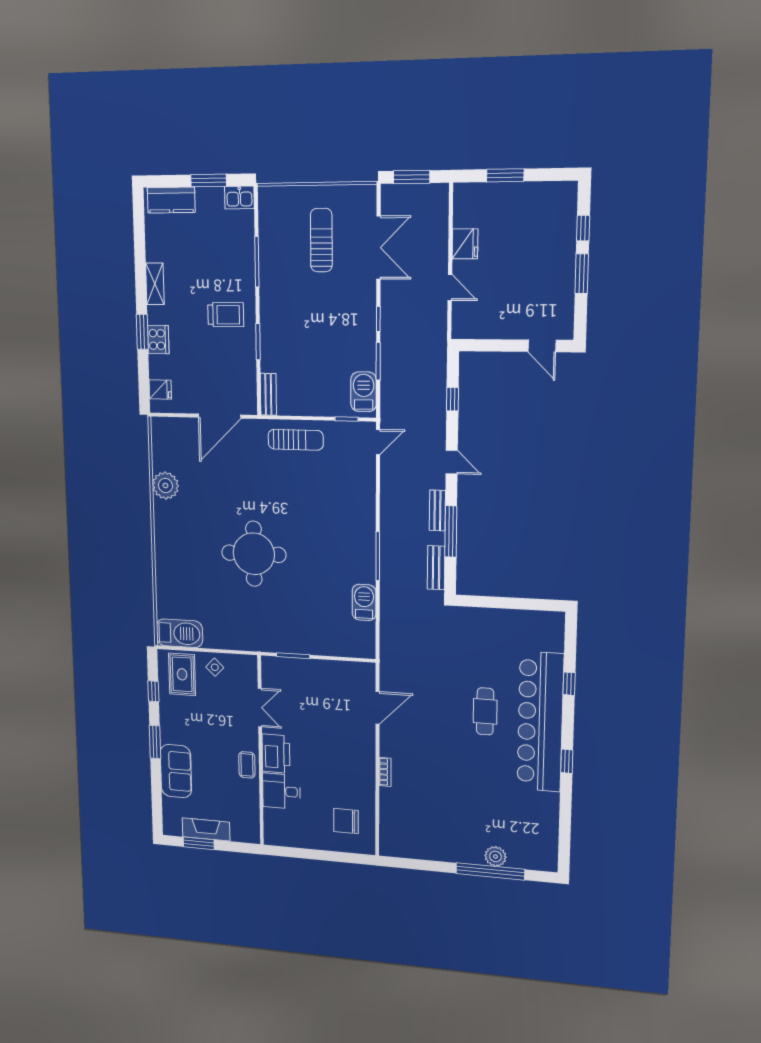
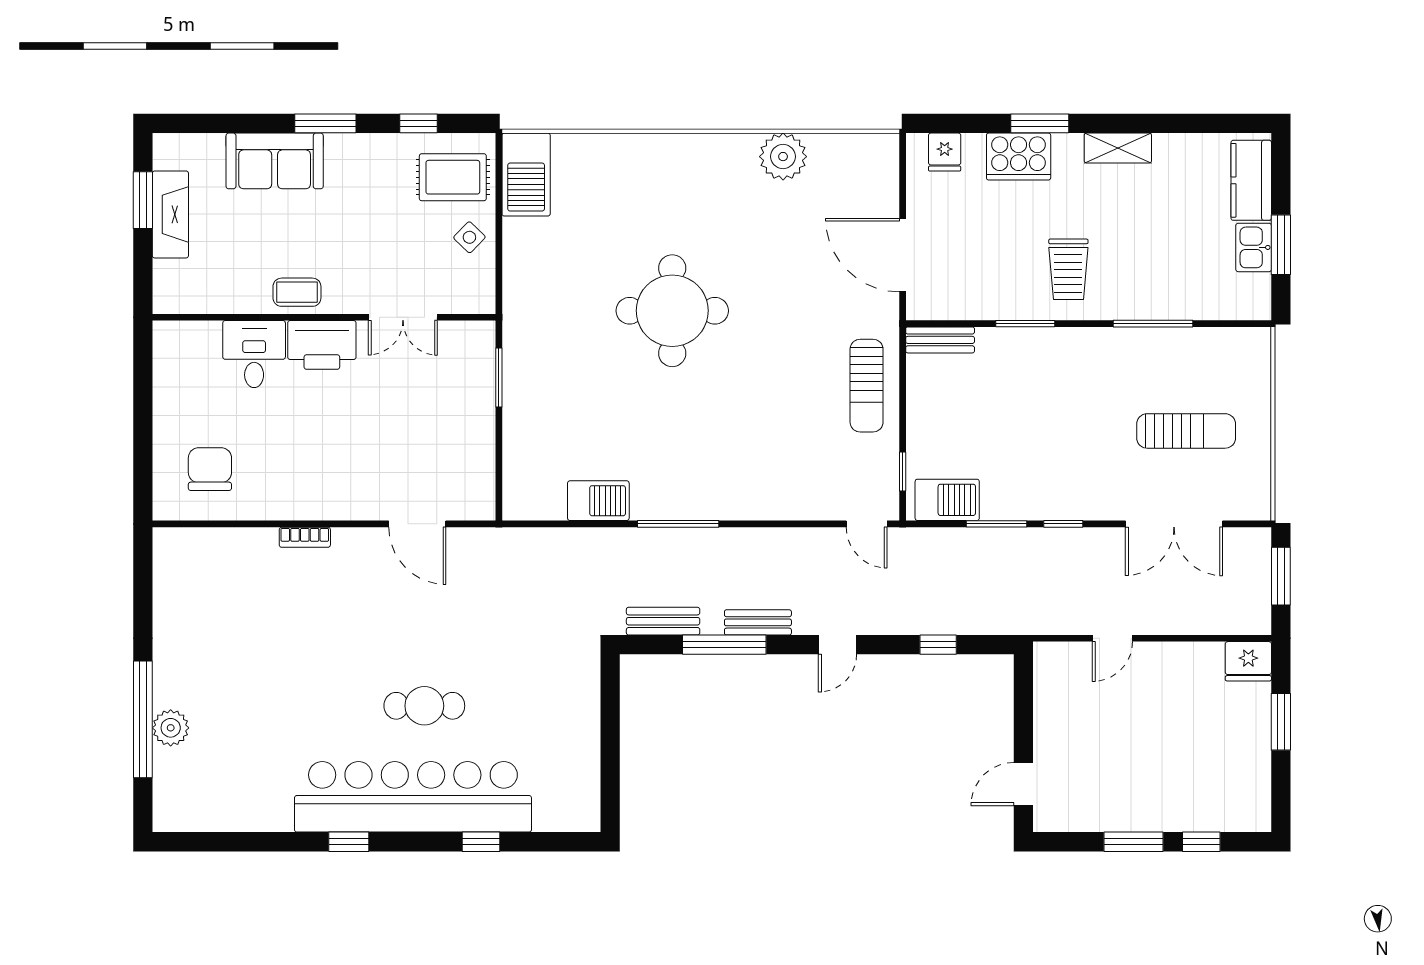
kitchen sink: (239, 197) -> (1254, 247), moved
fridge: (465, 244) -> (1248, 661), moved
cooker: (158, 340) -> (1019, 157), width x1.37, depth x1.31

